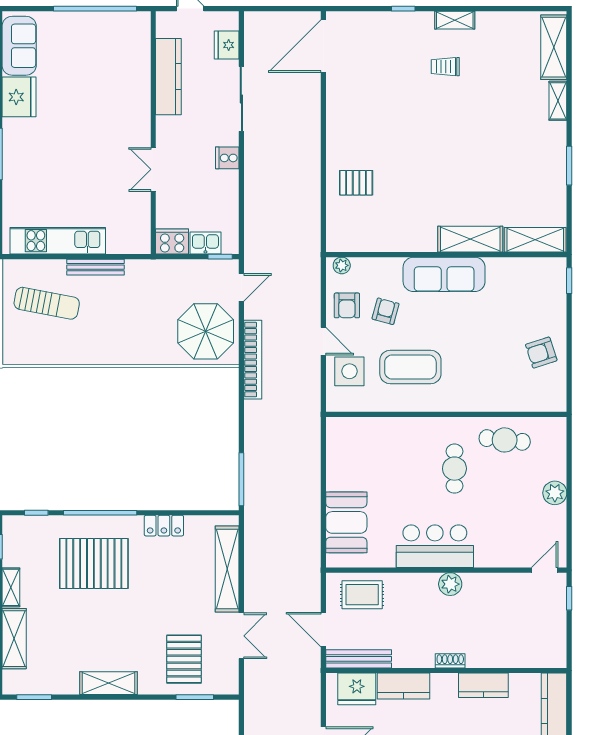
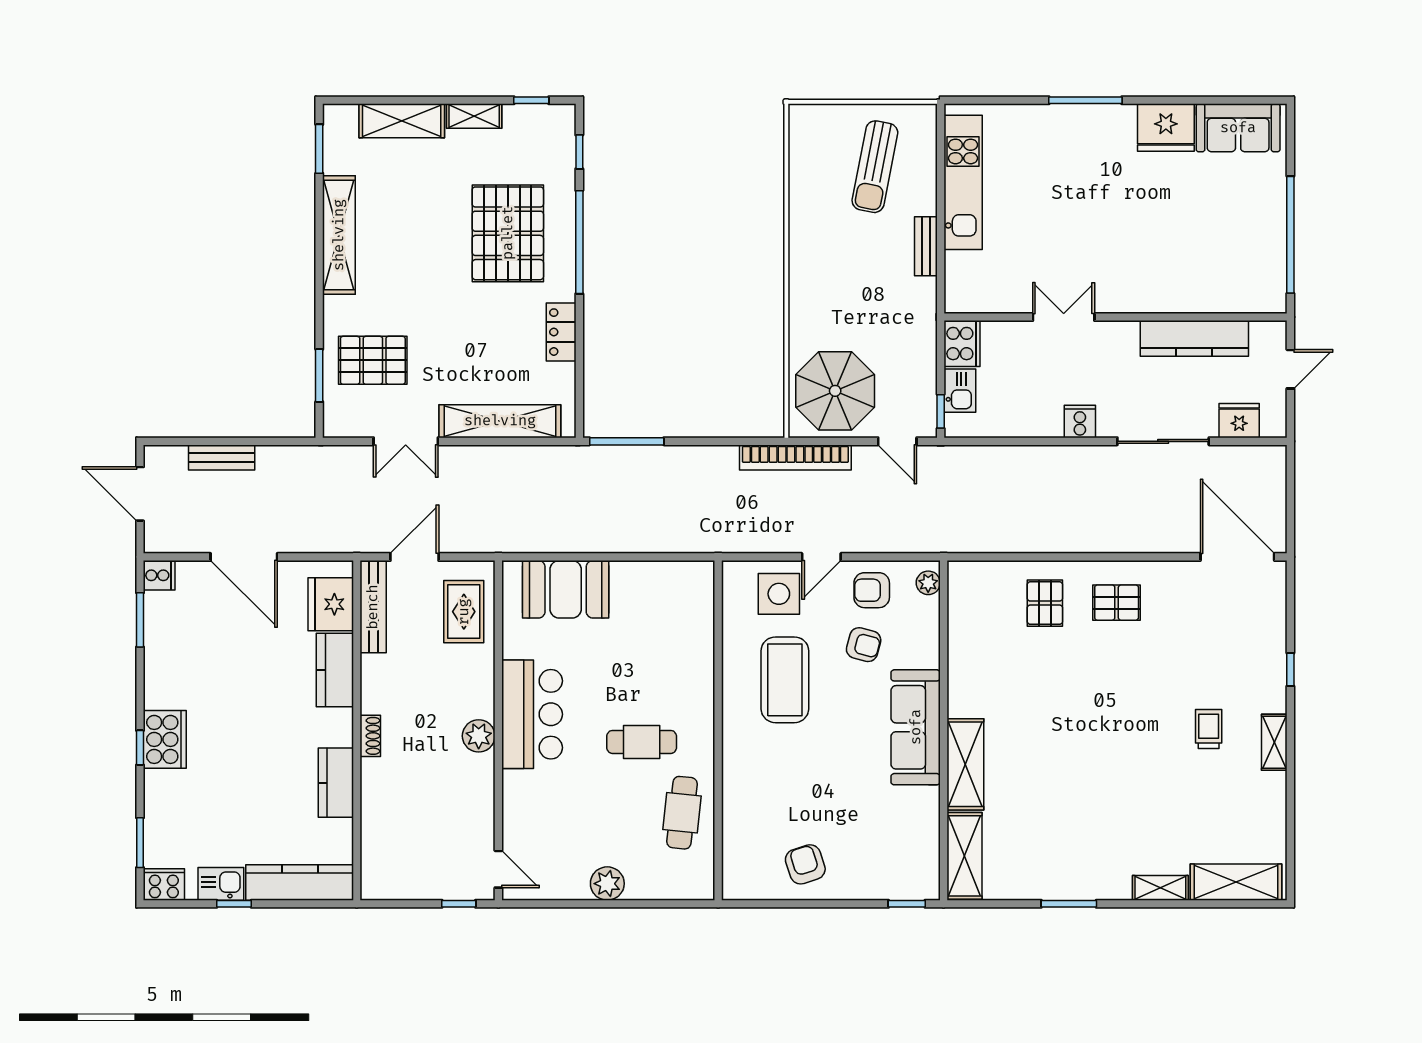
pallet: (356, 132) -> (1117, 603), added
bench: (96, 267) -> (926, 246), width x0.73
shelving: (108, 683) -> (339, 235), width x1.47

